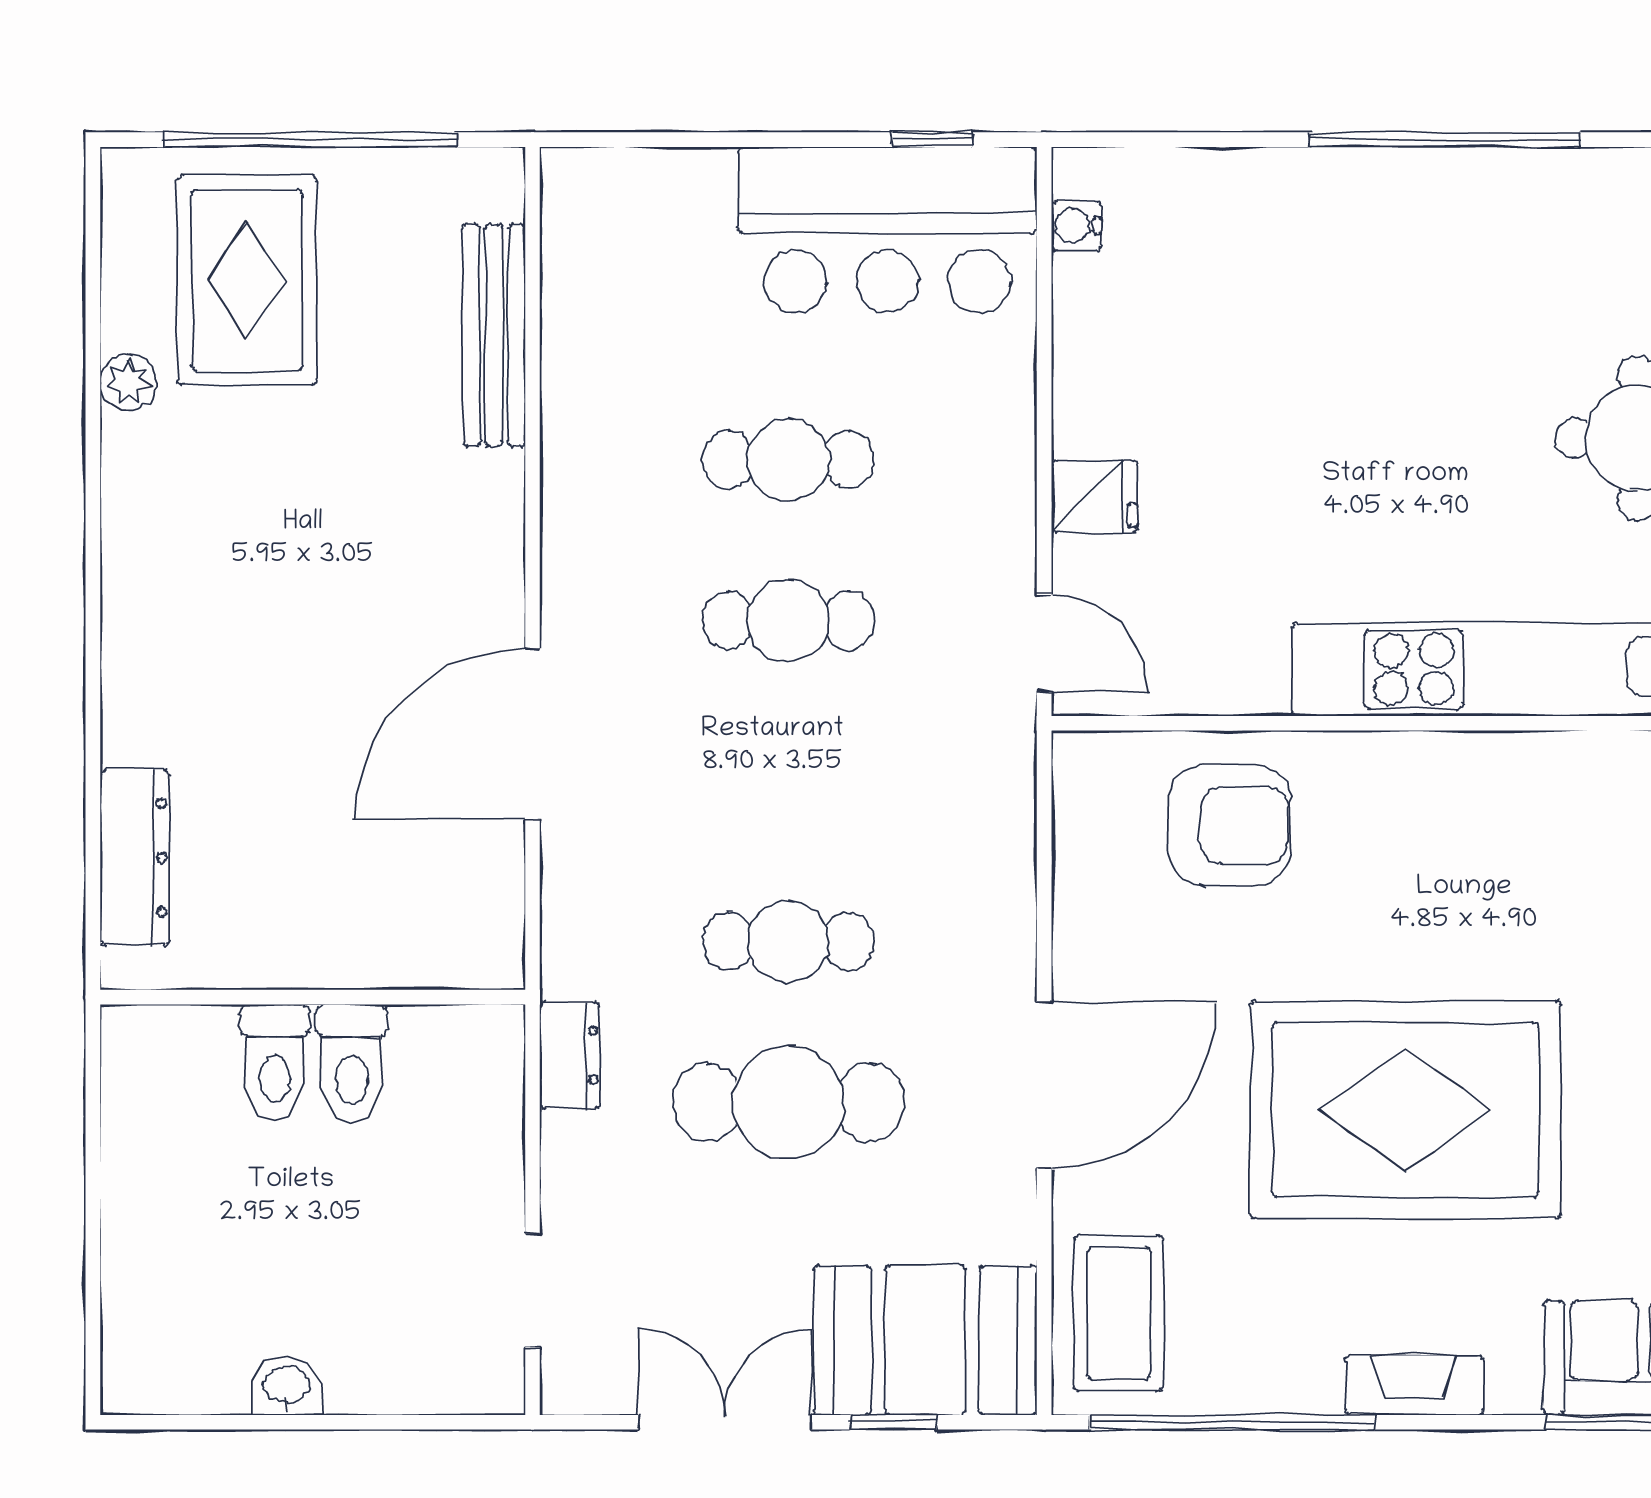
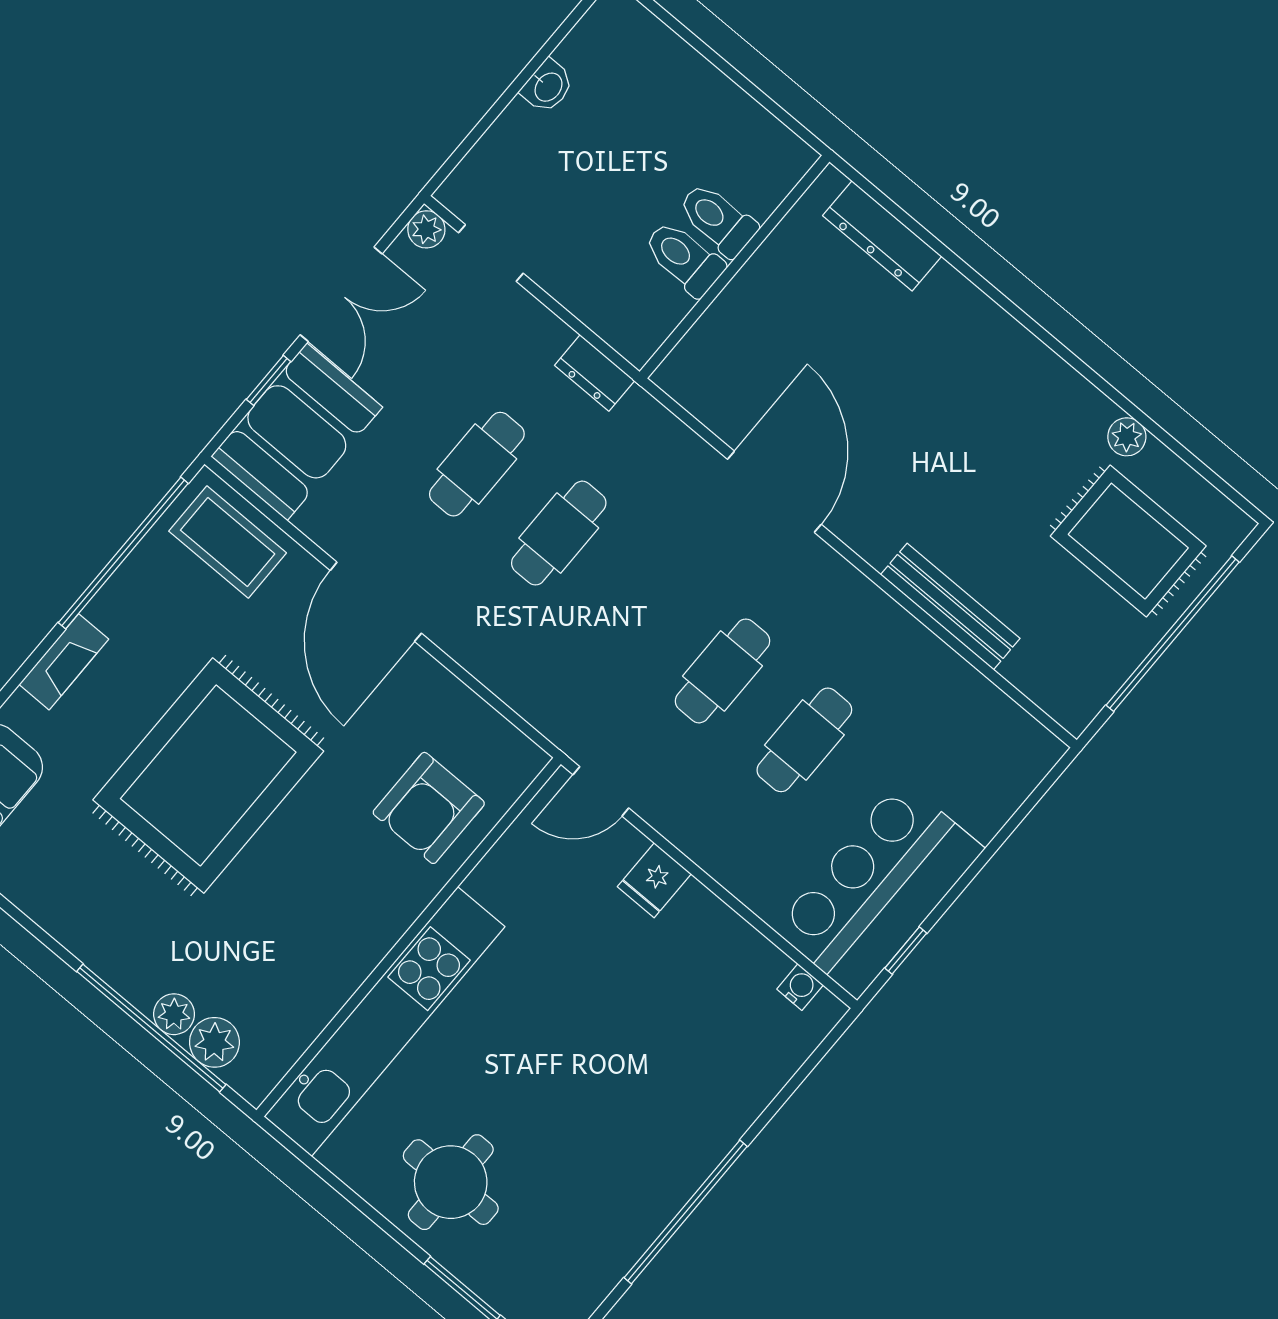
bench: (494, 335) -> (950, 607), moved
cafe table: (788, 1102) -> (477, 464), width x0.73, depth x0.74
plant: (568, 1387) -> (426, 229), added

